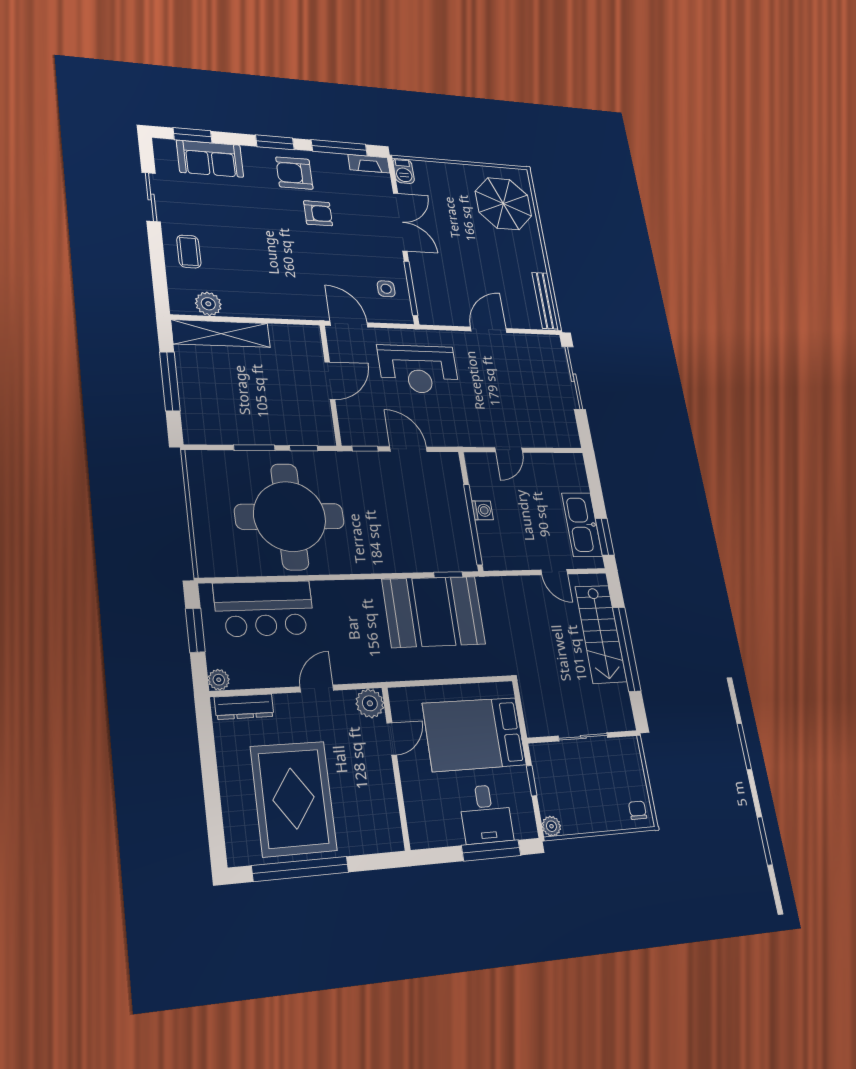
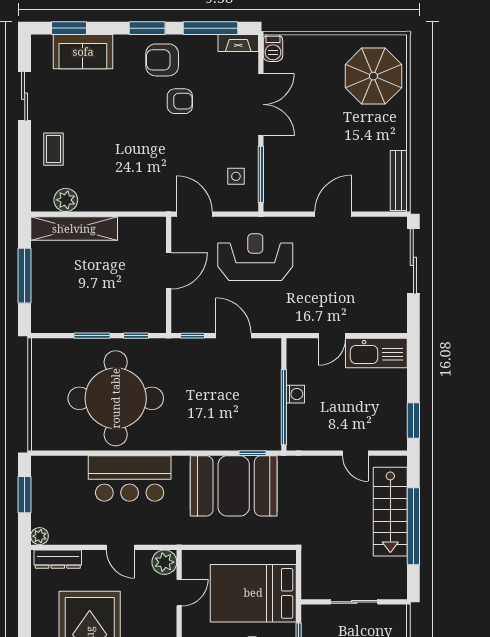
reception desk: (418, 369) -> (255, 257), turned 180
kitchen sink: (582, 525) -> (376, 353), moved, turned -90
bar counter: (264, 609) -> (130, 478), moved
door: (317, 688) -> (120, 547), swing flipped

